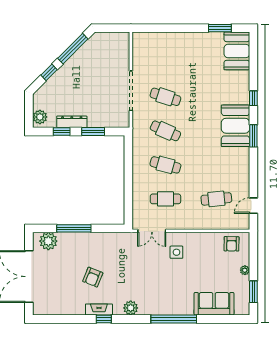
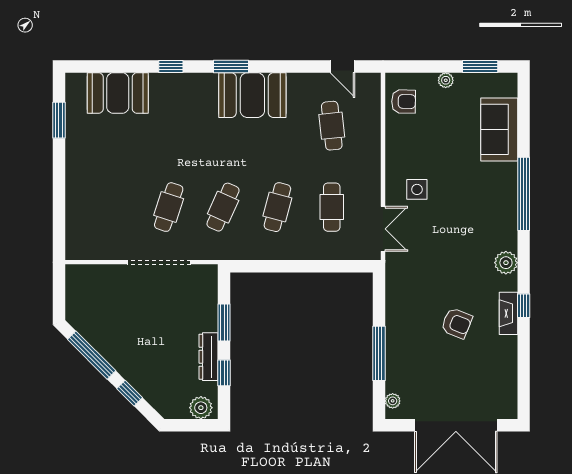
booth: (237, 51) -> (118, 93), moved
booth: (236, 126) -> (252, 95), moved
plant: (48, 241) -> (393, 401), width x0.53, depth x0.53

